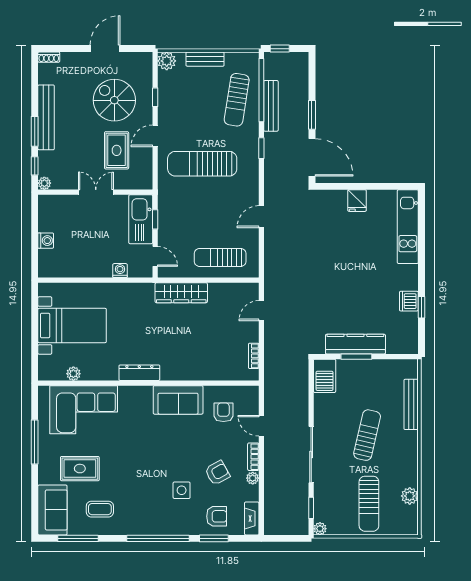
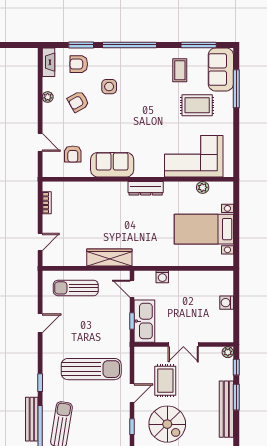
sun lounger: (220, 257) -> (76, 288), turned 180
window: (35, 442) -> (236, 89), moved
bookcase: (253, 457) -> (47, 116), removed
coffee table: (100, 509) -> (180, 70), turned 90

